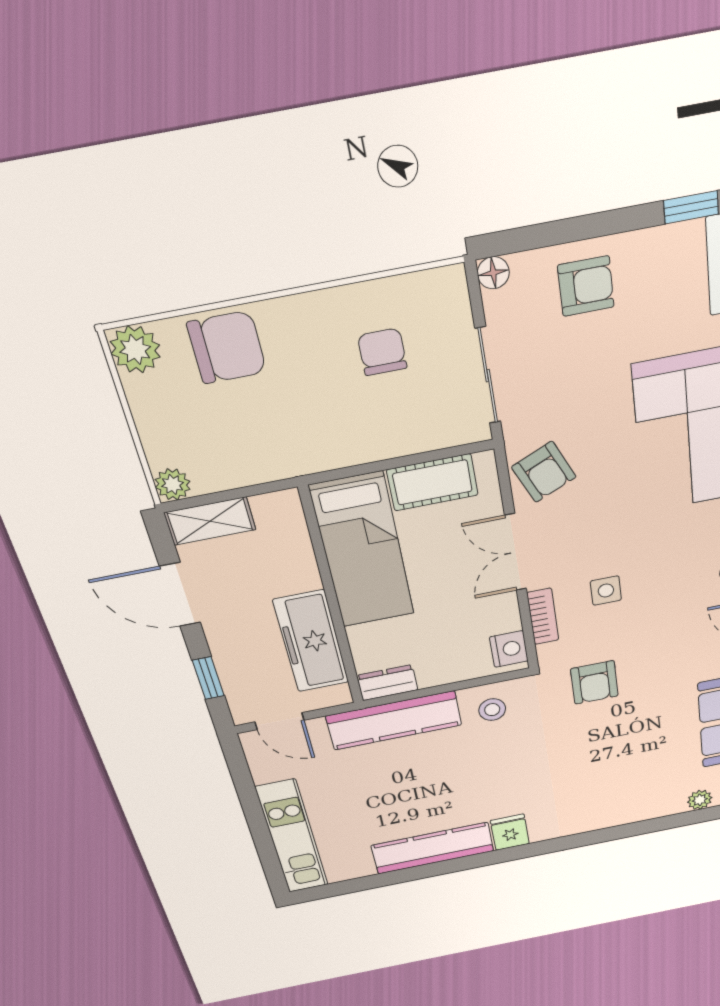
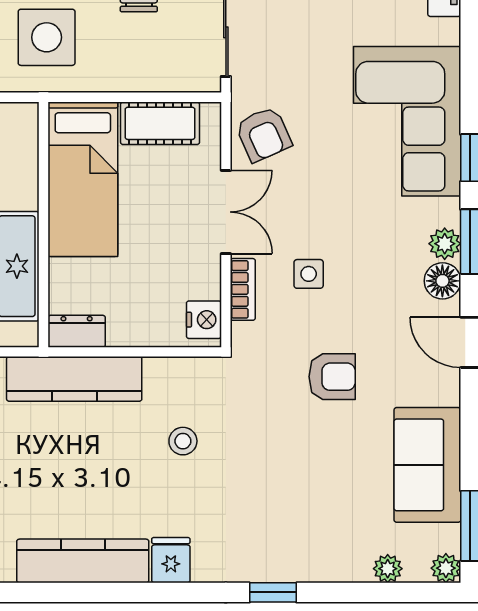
side table: (289, 419) -> (47, 37), added
double door: (516, 552) -> (226, 212), swing flipped
armchair: (594, 682) -> (332, 377), moved, turned -90
stool: (492, 710) -> (183, 441), moved
window: (602, 836) -> (273, 592), added

